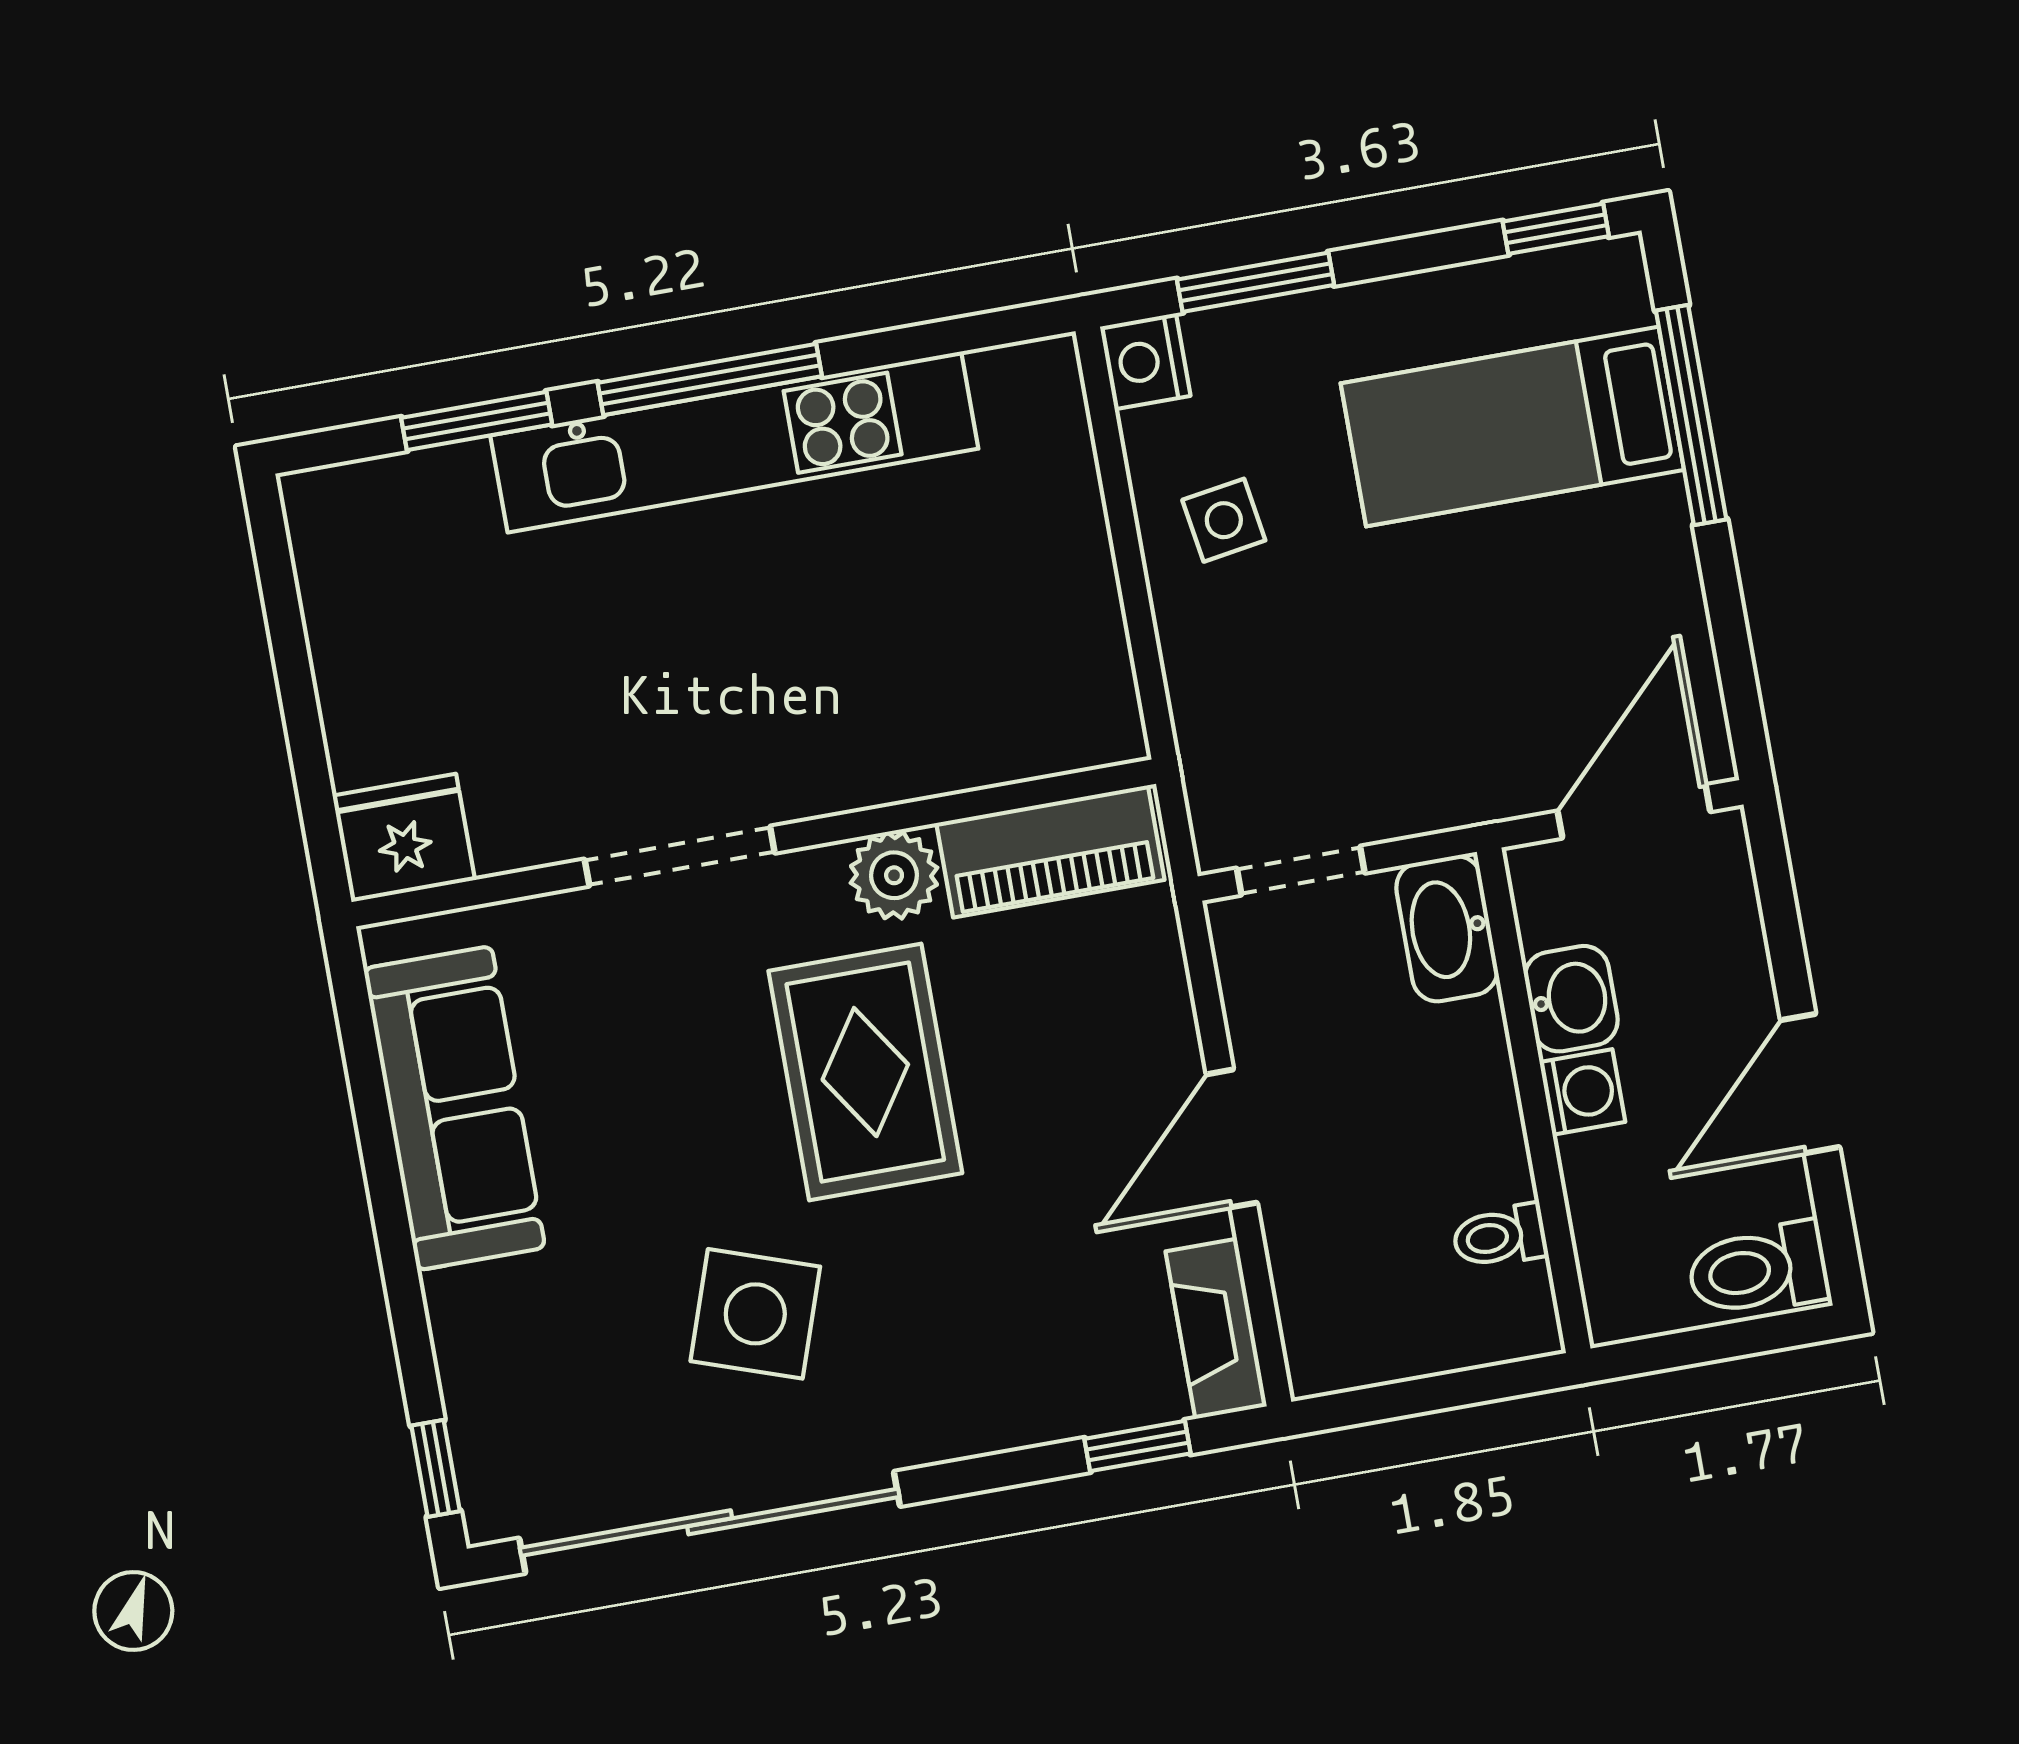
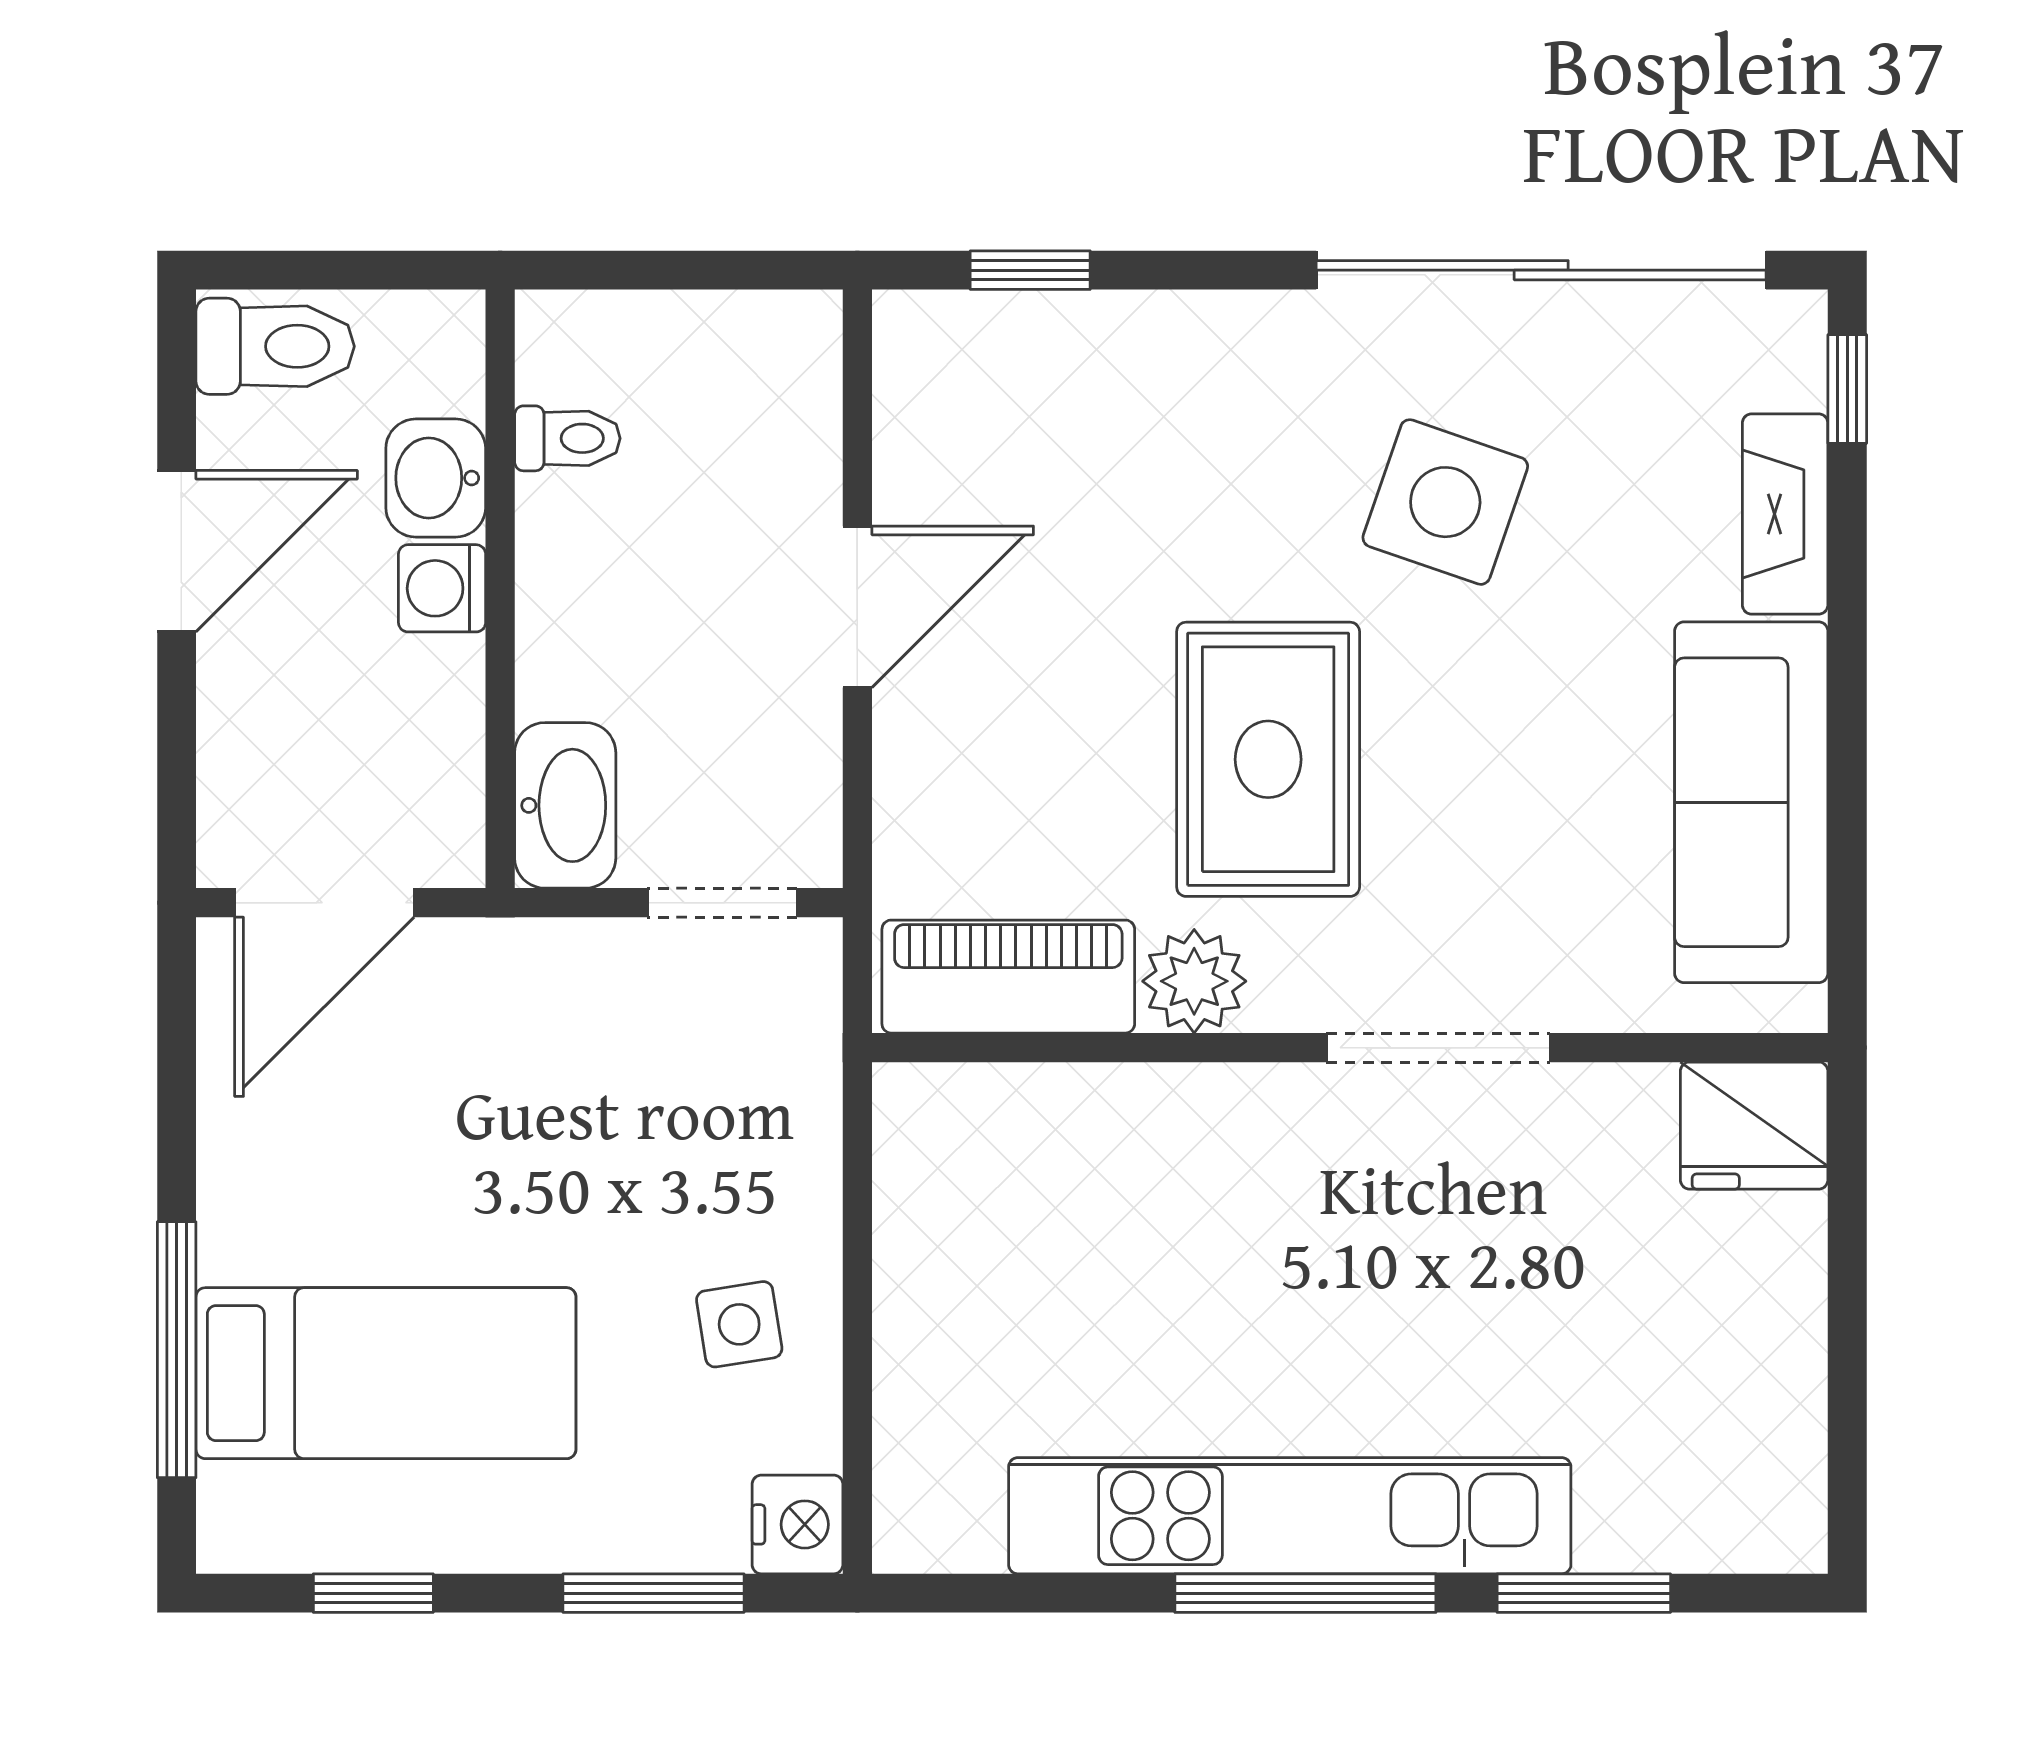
window: (1556, 229) -> (373, 1593), moved
washbasin: (1571, 999) -> (436, 478), moved
fireplace: (1216, 1329) -> (1785, 514), moved, turned 180

